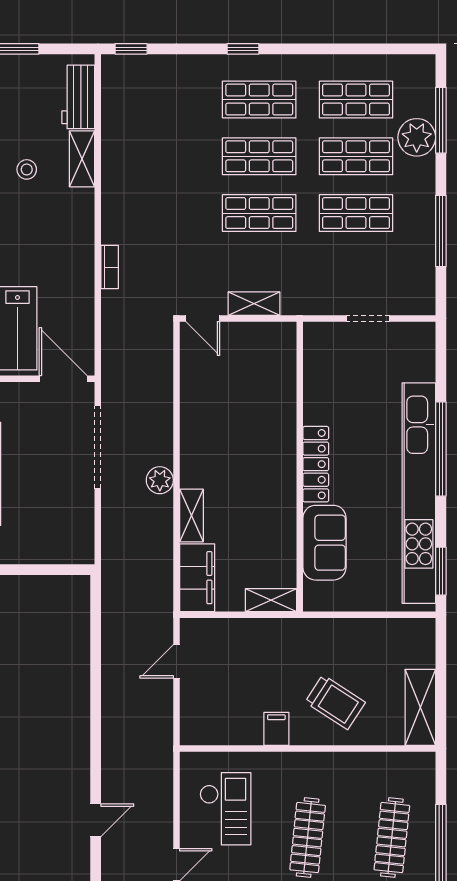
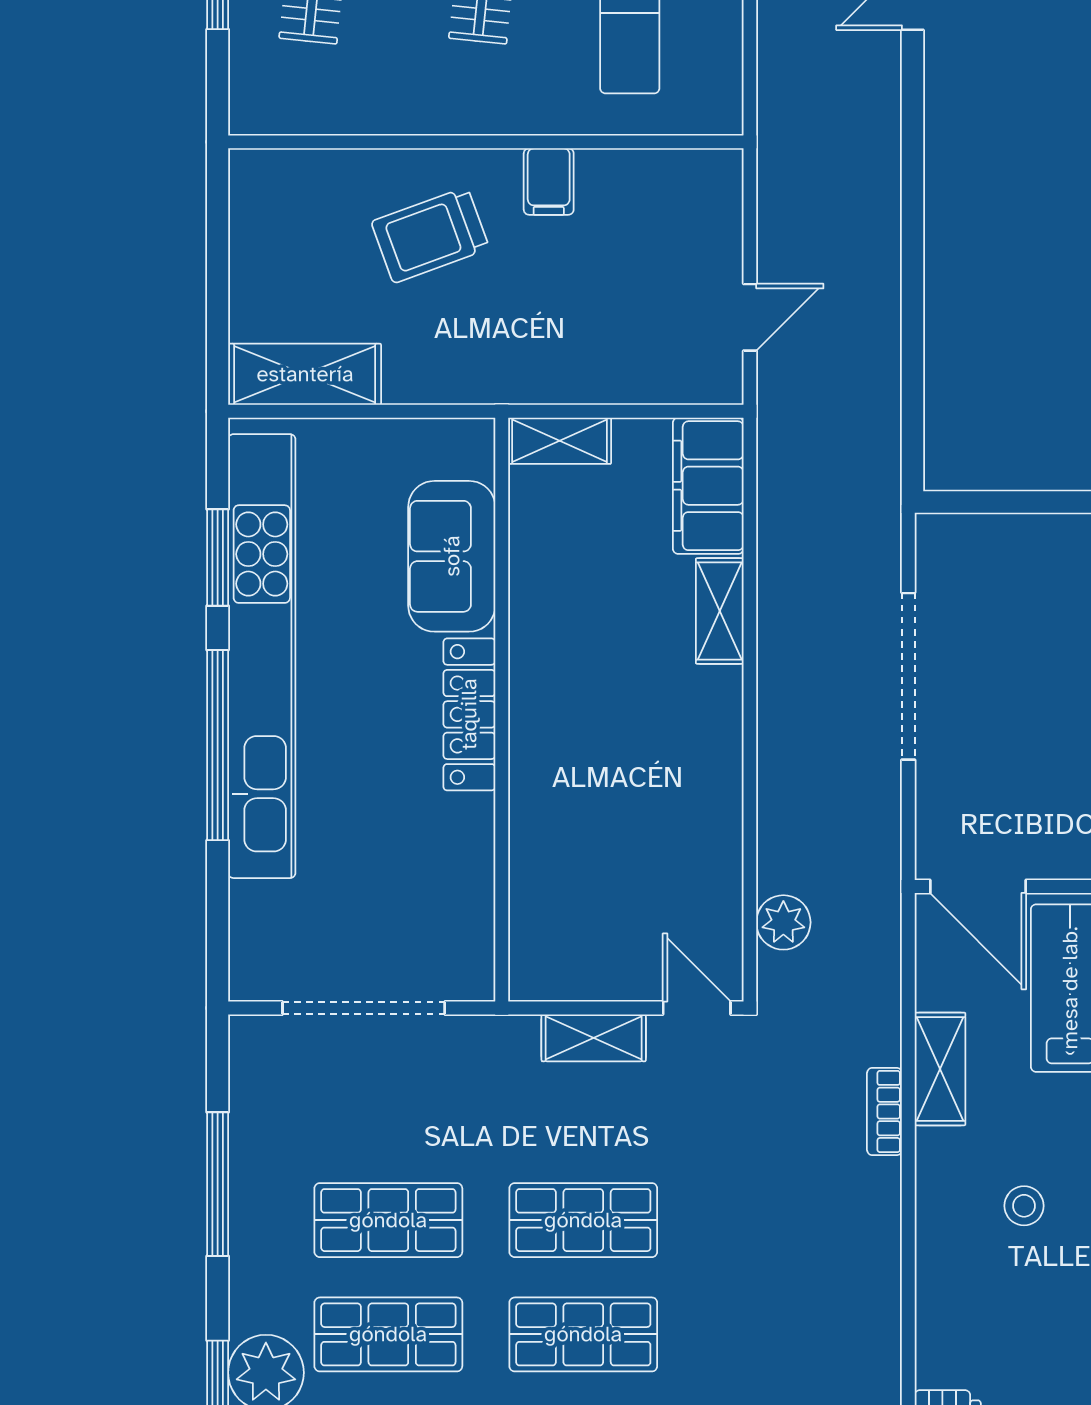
shelving: (82, 159) -> (940, 1069), moved
stool: (27, 169) -> (1024, 1206), moved
doorway: (368, 318) -> (364, 1008), width x1.88
doorway: (98, 447) -> (908, 676), moved
plant: (160, 480) -> (783, 922), moved
window: (441, 571) -> (218, 557), moved
trolley: (335, 702) -> (430, 235), turned -53
shelving: (420, 707) -> (305, 374), moved, turned 90

